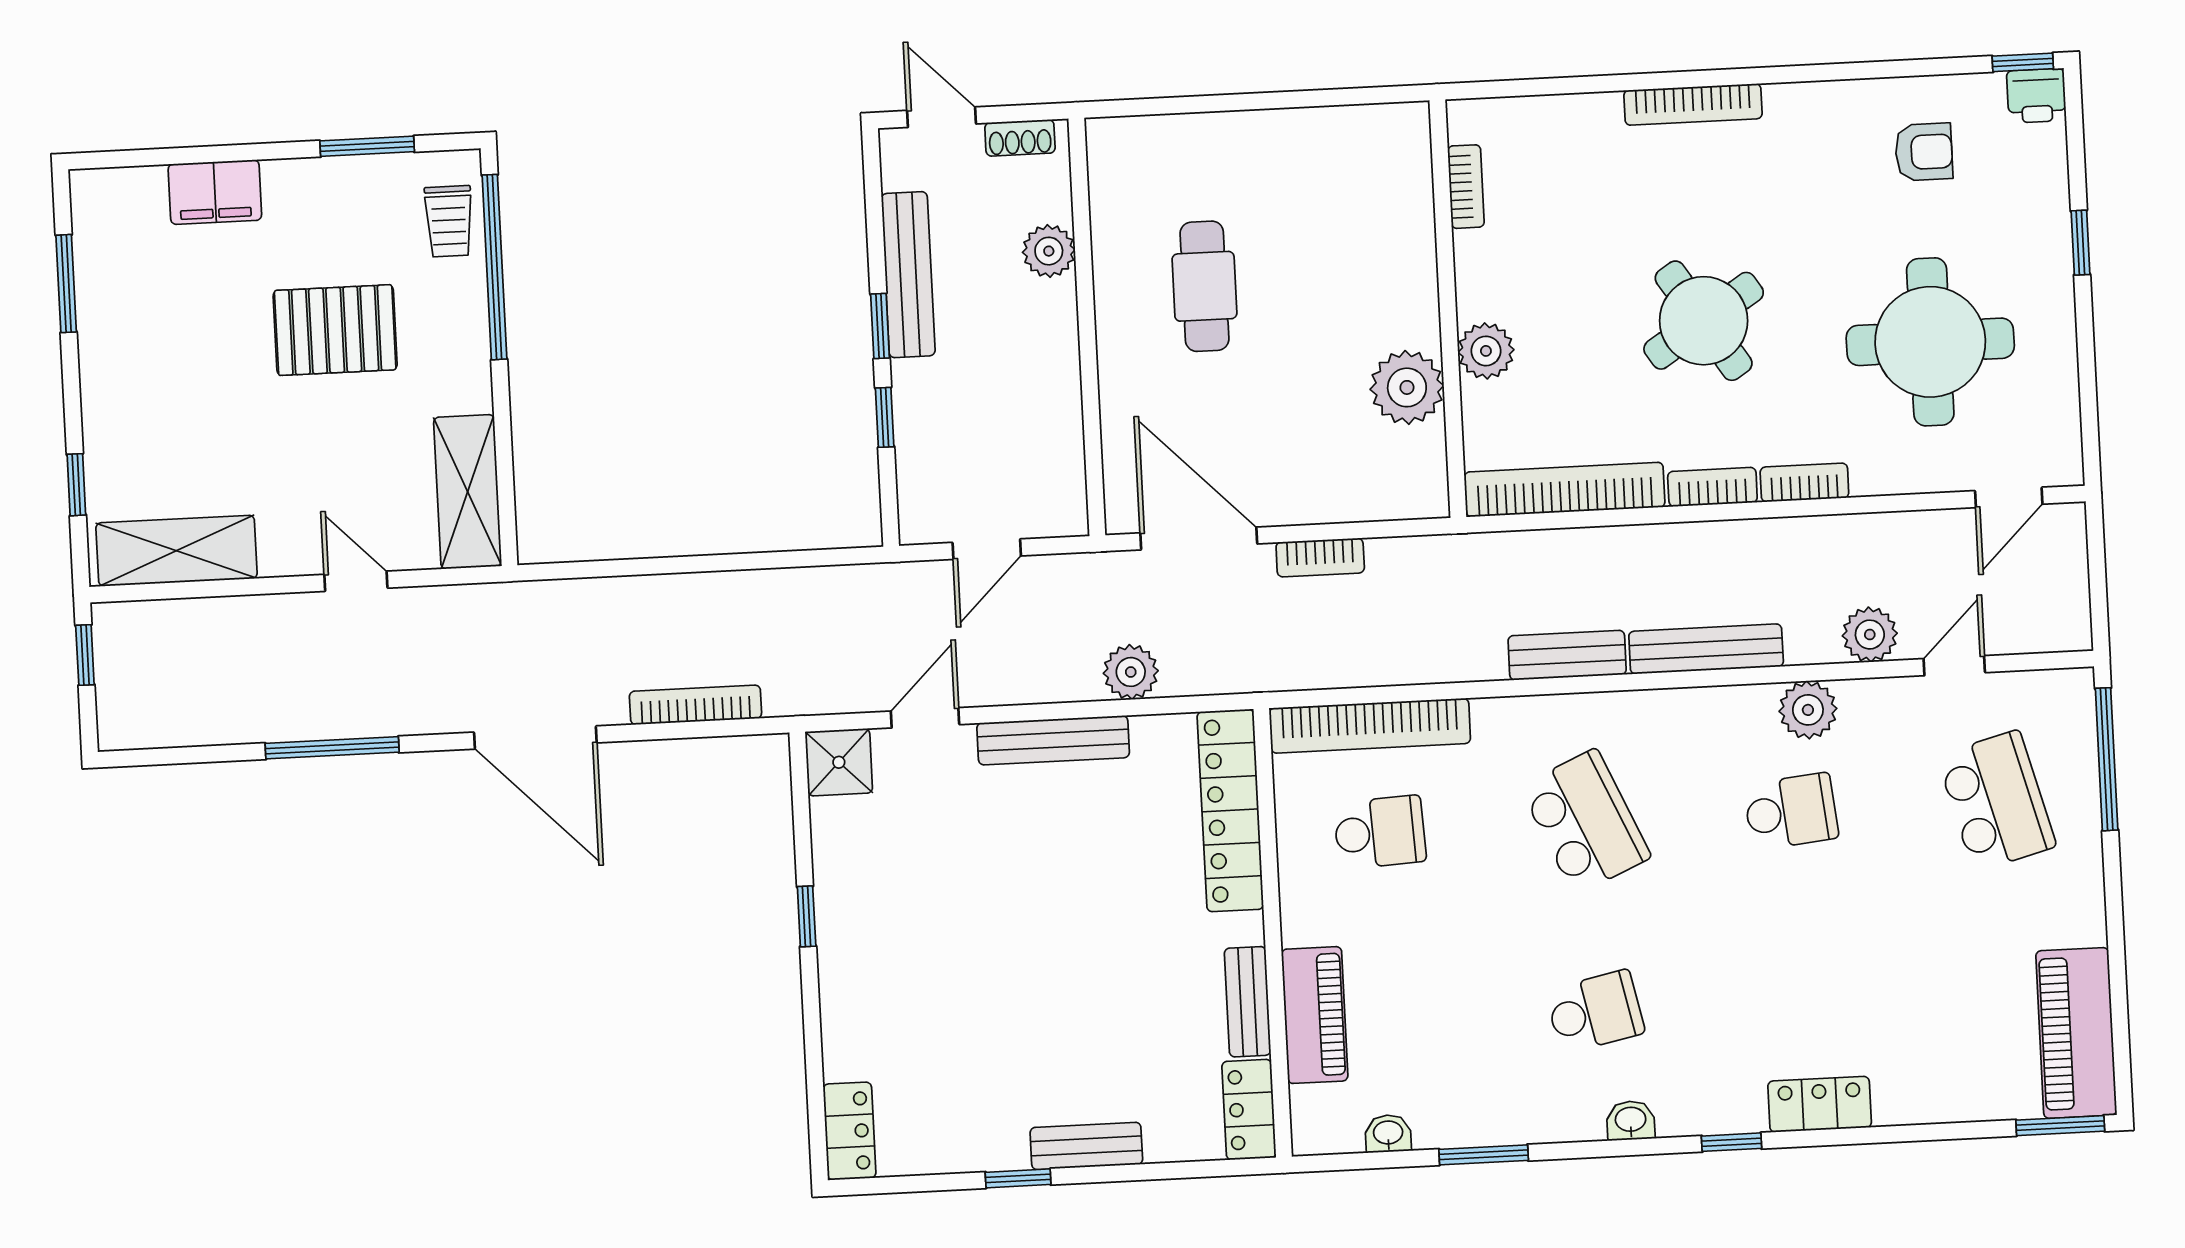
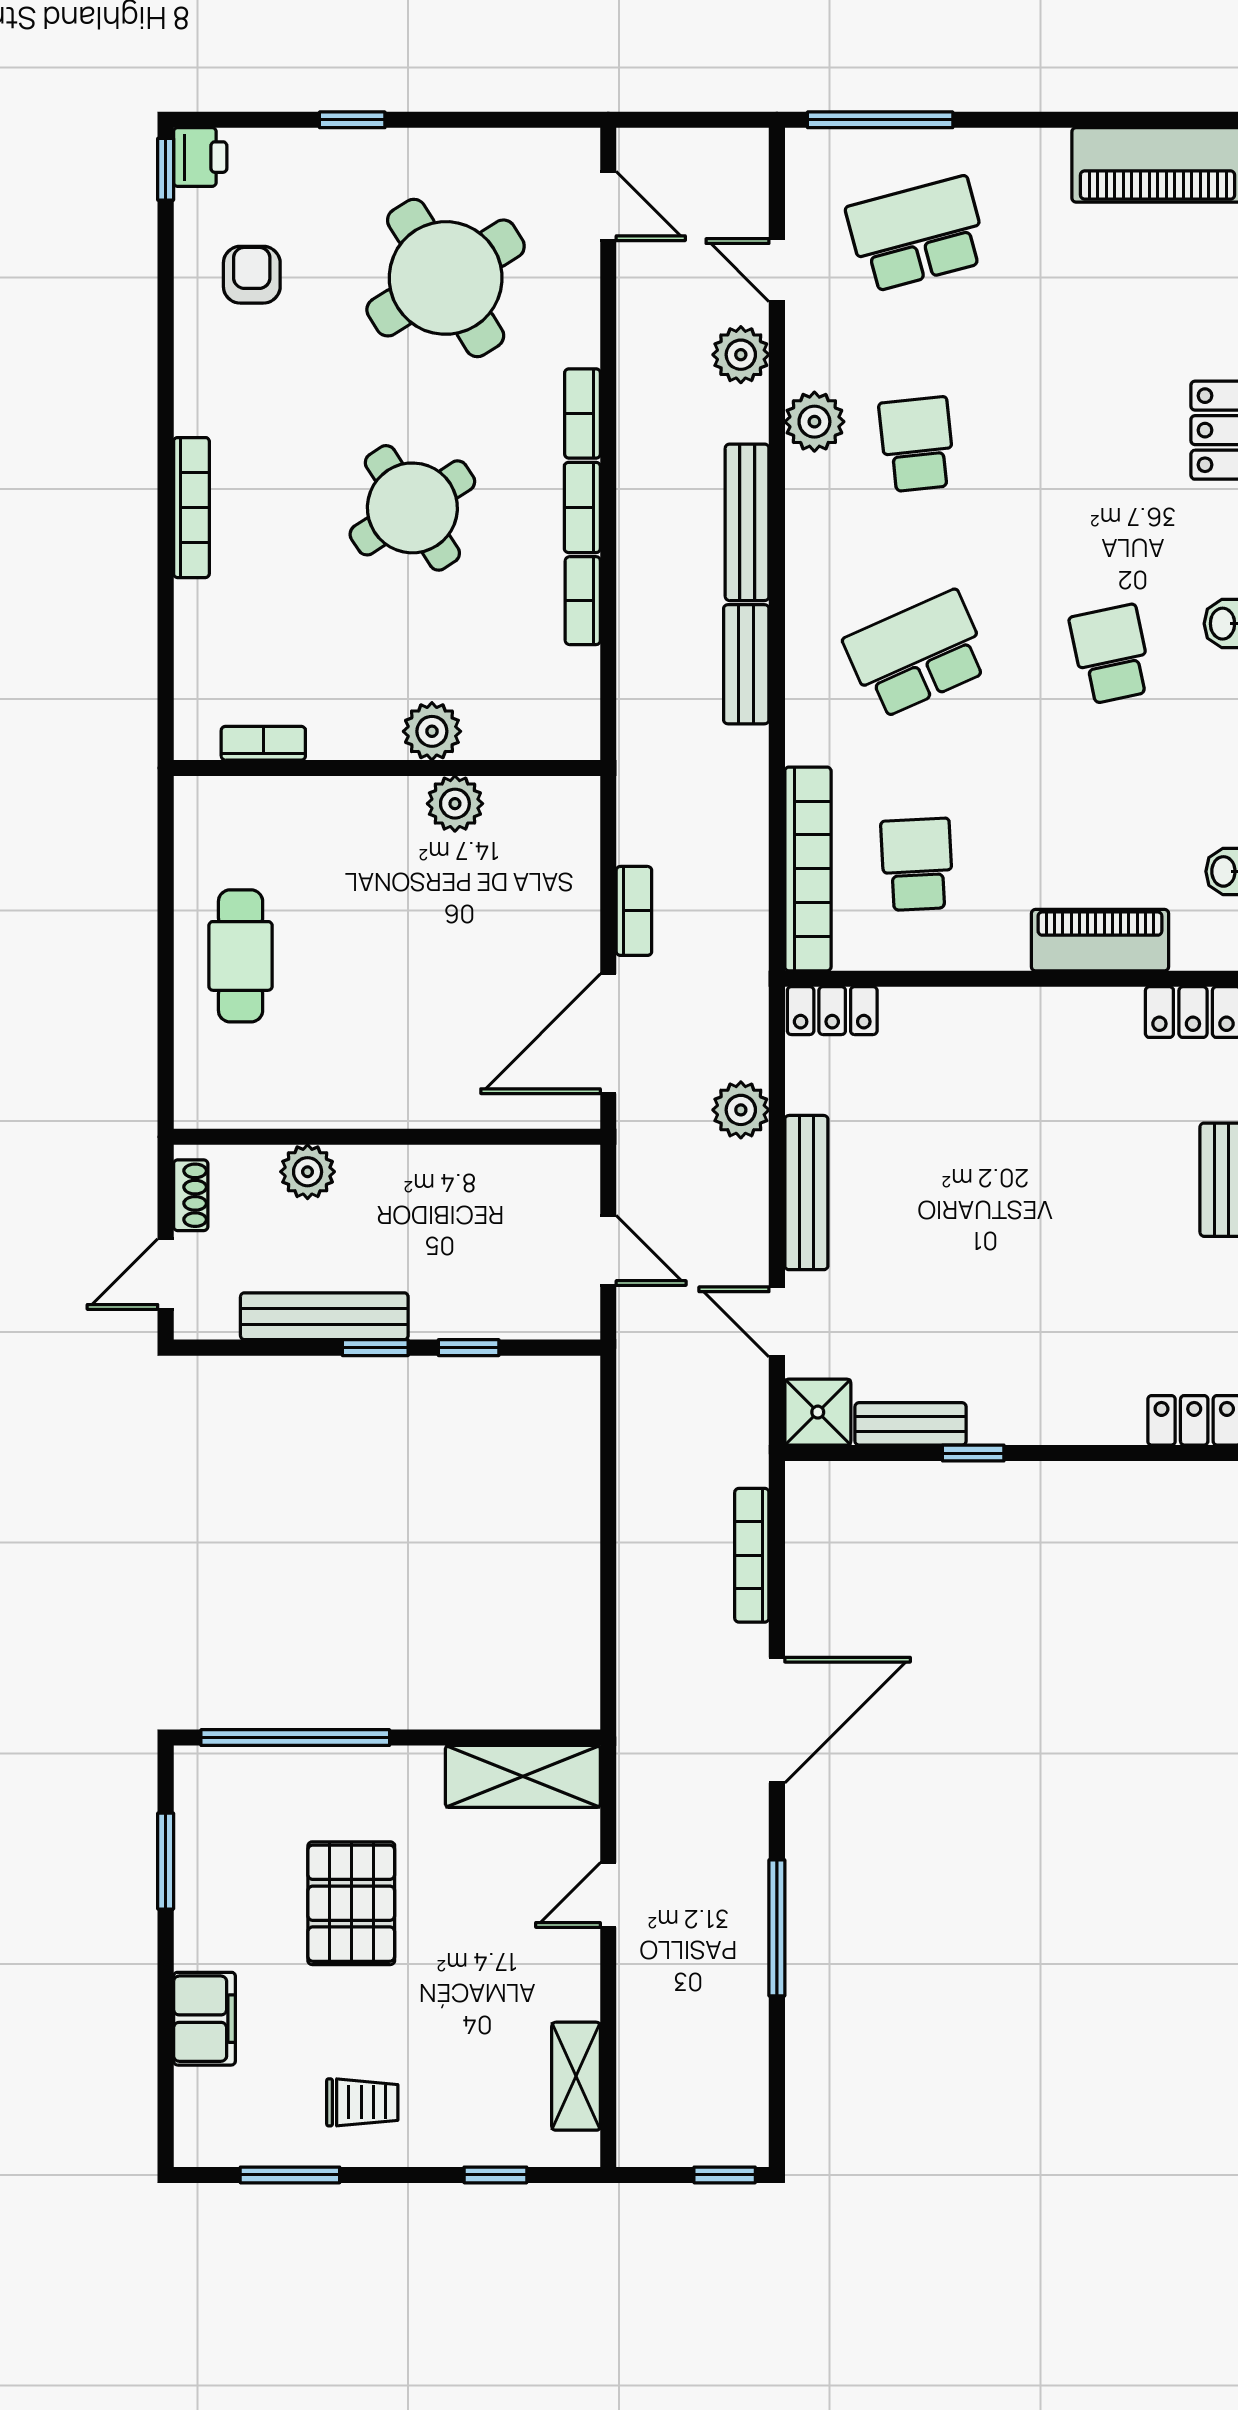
trolley: (449, 221) -> (362, 2102), moved
cafe table: (1204, 286) -> (241, 956), moved, turned 90
round table: (1930, 342) -> (446, 278), turned -32
plant: (1407, 387) -> (455, 804), width x0.73, depth x0.73
bookcase: (1565, 490) -> (583, 601), width x0.43, depth x0.76
shelving: (177, 551) -> (576, 2076), width x0.67, depth x0.75
window: (85, 655) -> (725, 2175), moved
locker: (1230, 810) -> (832, 1011), width x0.46, depth x0.83
bench: (1248, 1002) -> (911, 1424), moved

